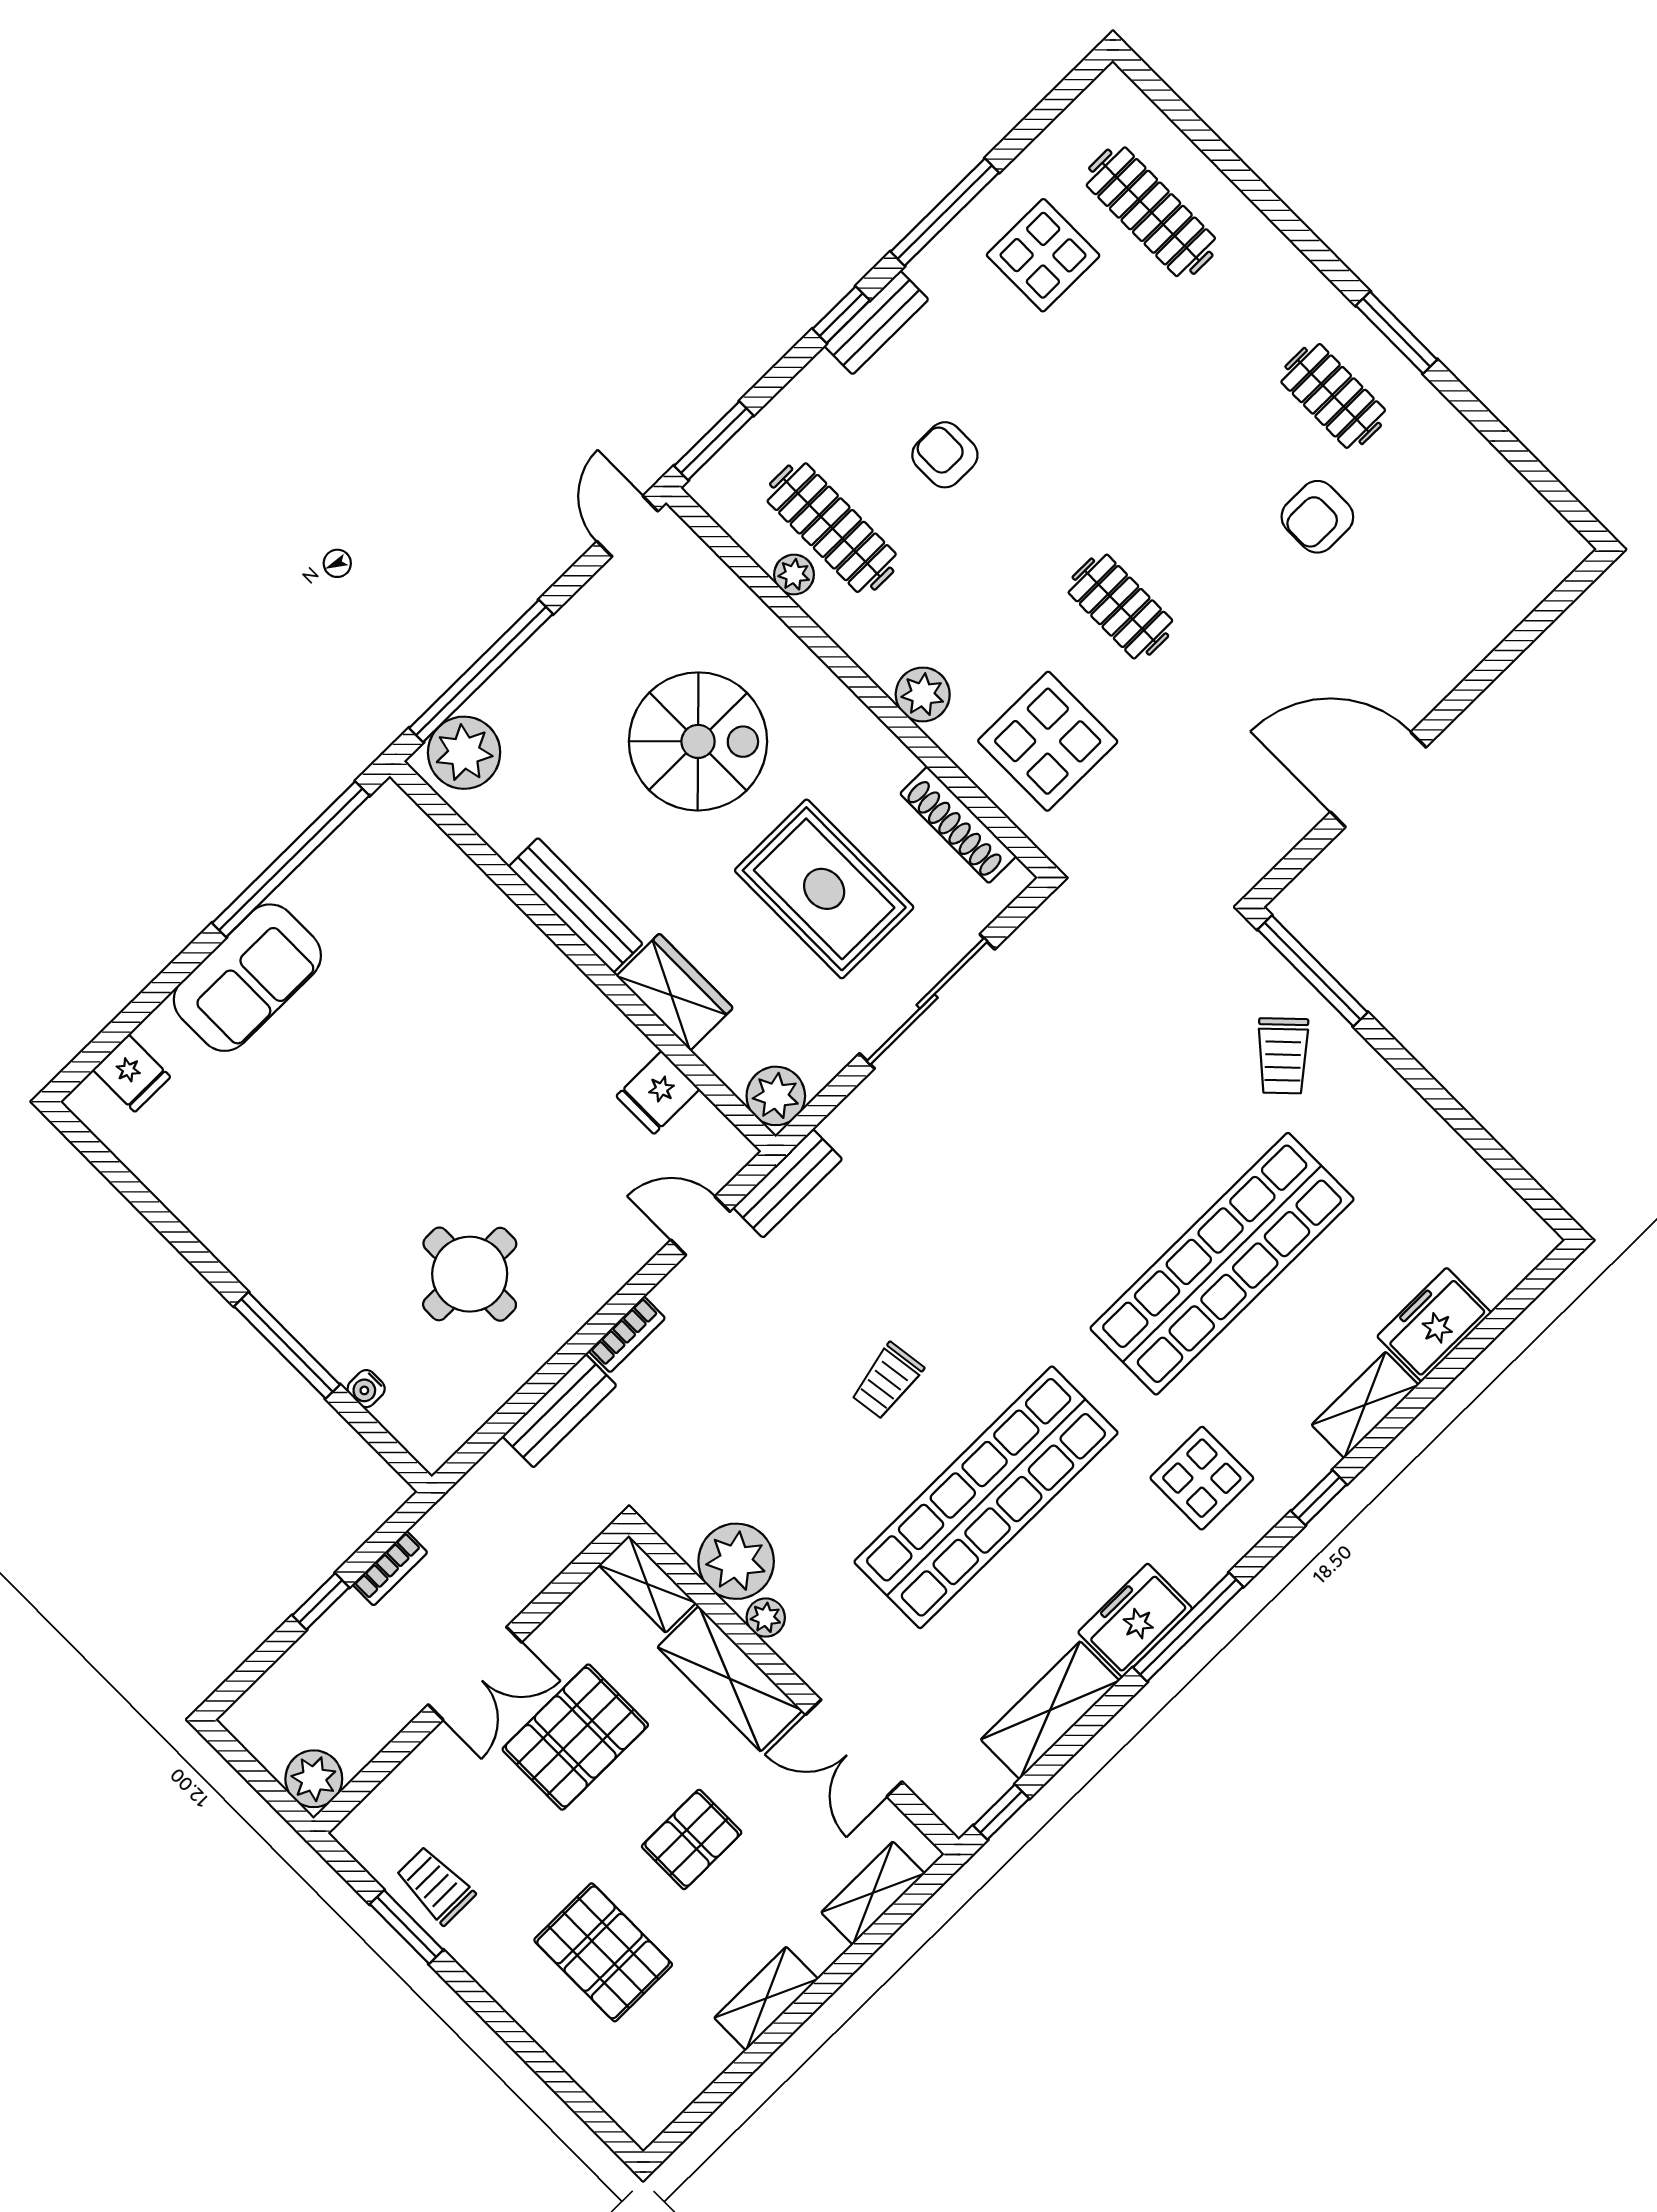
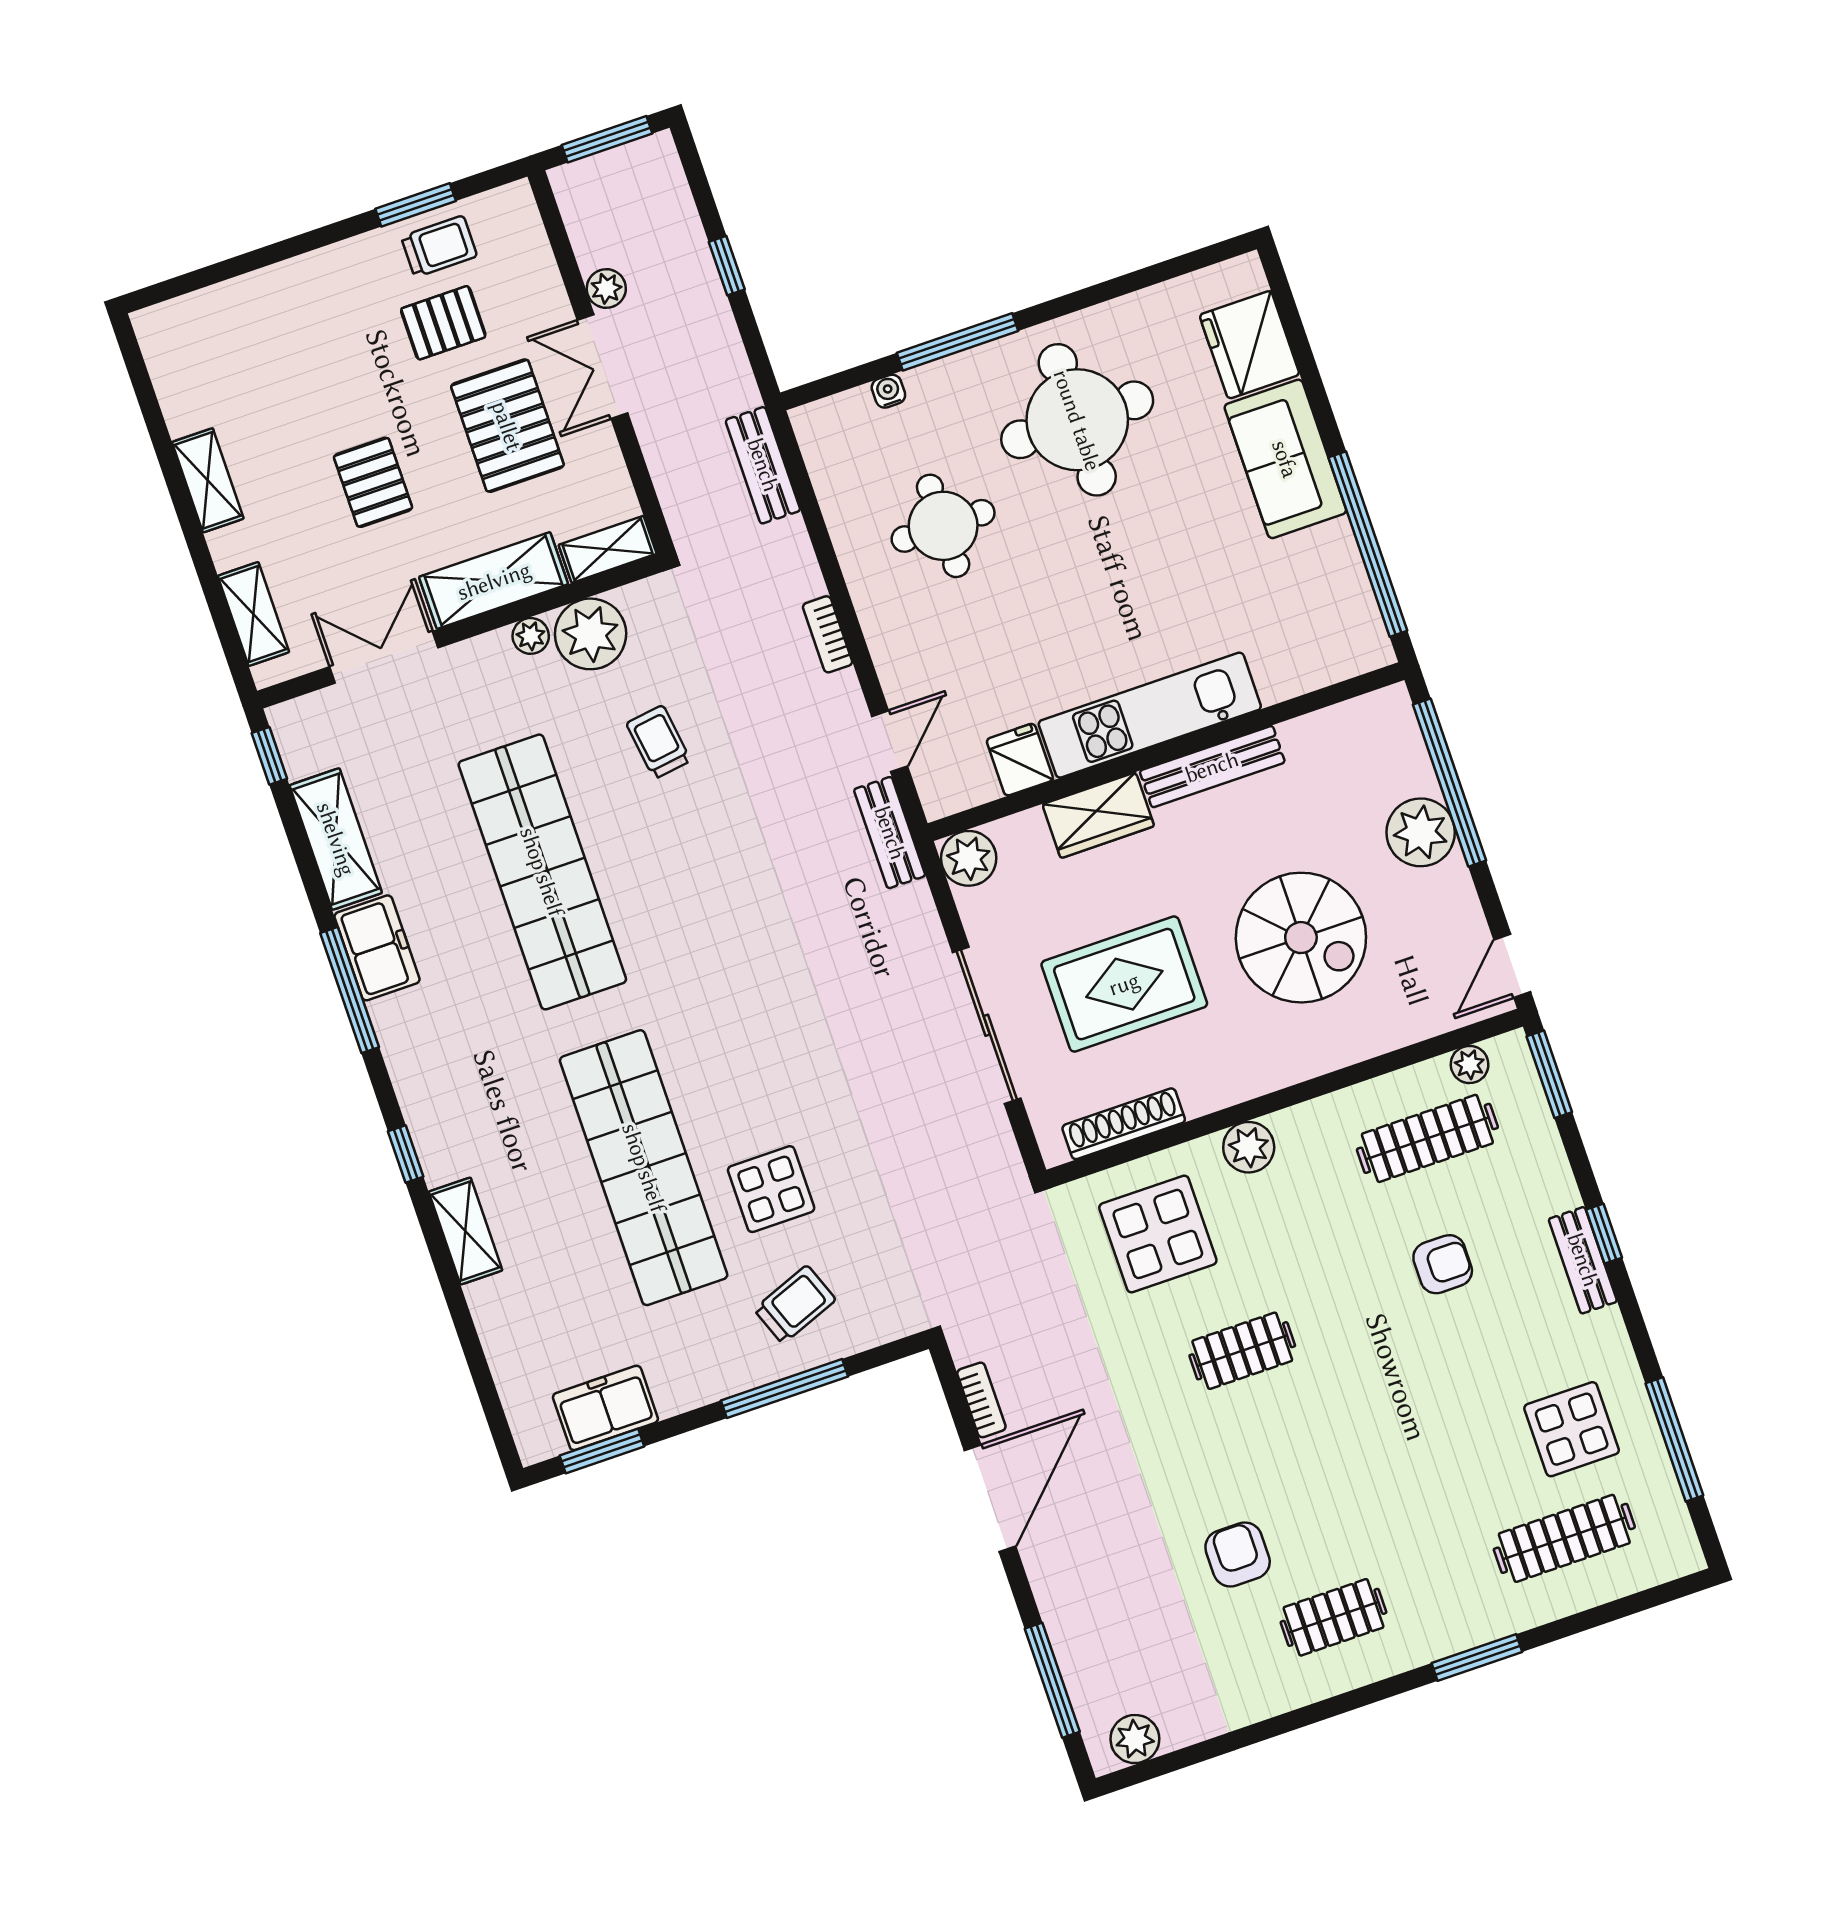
window: (945, 212) -> (1674, 1439), moved
window: (1397, 333) -> (1477, 1657), moved
door: (627, 526) -> (1512, 966), swing flipped
plant: (1541, 530) -> (1135, 1739), added
plant: (794, 575) -> (1470, 1064), moved
window: (1523, 636) -> (1052, 1680), added
spiral stairs: (698, 741) -> (1301, 938), turned -90
plant: (464, 753) -> (1421, 832), moved
window: (1313, 971) -> (784, 1388), moved
kitchen unit: (555, 989) -> (1150, 715), added
trolley: (1283, 1056) -> (795, 1304), turned 113
fridge: (132, 1073) -> (1249, 345), width x1.88, depth x1.34
window: (1512, 1173) -> (602, 1451), added
round table: (306, 1195) -> (1077, 420), added
freezer: (1434, 1325) -> (605, 1408), moved, turned -90
trolley: (887, 1381) -> (659, 742), moved
bench: (559, 1411) -> (763, 465), moved
display table: (1202, 1478) -> (771, 1189), moved
bookcase: (390, 1568) -> (981, 1400), moved, turned 180
window: (255, 1774) -> (607, 139), added
plant: (314, 1779) -> (606, 289), moved, width x0.73, depth x0.73
pallet: (603, 1952) -> (443, 323), moved, width x0.67, depth x0.71

